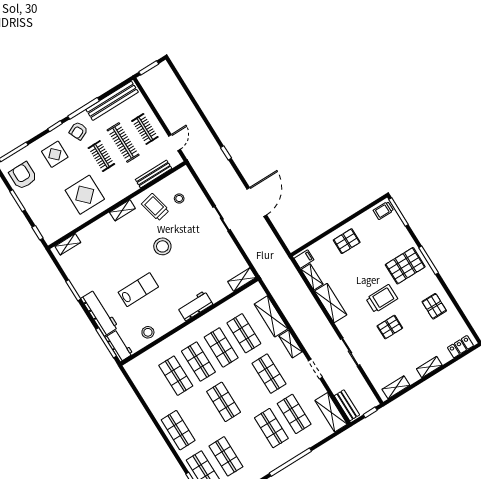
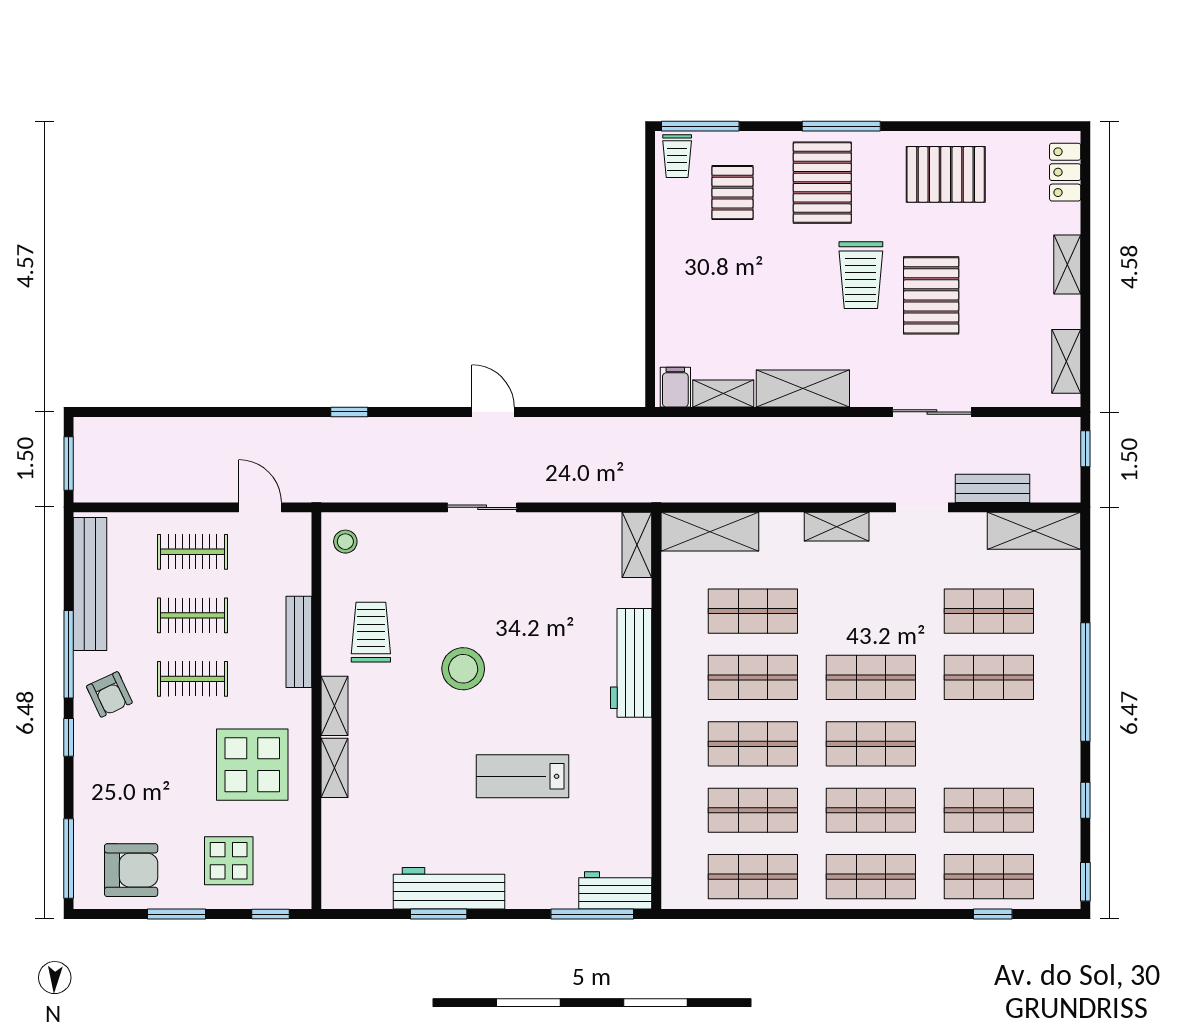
clothes rail: (123, 143) -> (193, 615), width x0.73
display table: (55, 154) -> (229, 861), moved
bench: (154, 174) -> (299, 642), moved
armchair: (23, 176) -> (131, 870), turned 180
stool: (179, 199) -> (345, 542), moved
door: (257, 202) -> (493, 412), width x0.53
trolley: (155, 207) -> (371, 632), turned 103
pallet: (347, 241) -> (732, 193), moved
shelving: (68, 244) -> (335, 768), moved
lab bench: (138, 290) -> (522, 776), turned -90
trolley: (382, 299) -> (861, 275), turned 180
workbench: (195, 306) -> (631, 663), width x1.38
pallet: (434, 306) -> (946, 174), width x1.50, depth x1.42
workbench: (100, 313) -> (449, 888), moved
shelving: (271, 316) -> (710, 532), moved
pallet: (390, 327) -> (931, 295), width x1.50, depth x1.42
stool: (148, 332) -> (625, 812), removed
shop shelf: (269, 374) -> (871, 677), moved
shop shelf: (153, 390) -> (753, 877), added
bench: (347, 405) -> (992, 488), moved
shop shelf: (201, 416) -> (871, 810), added

